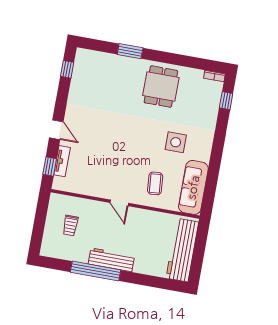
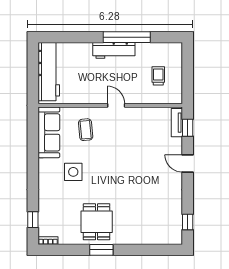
window: (130, 51) -> (101, 250), moved
tv unit: (62, 161) -> (177, 123), moved

